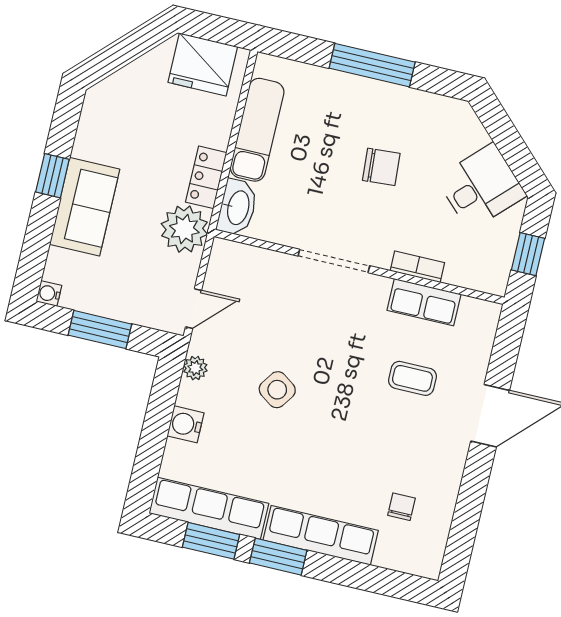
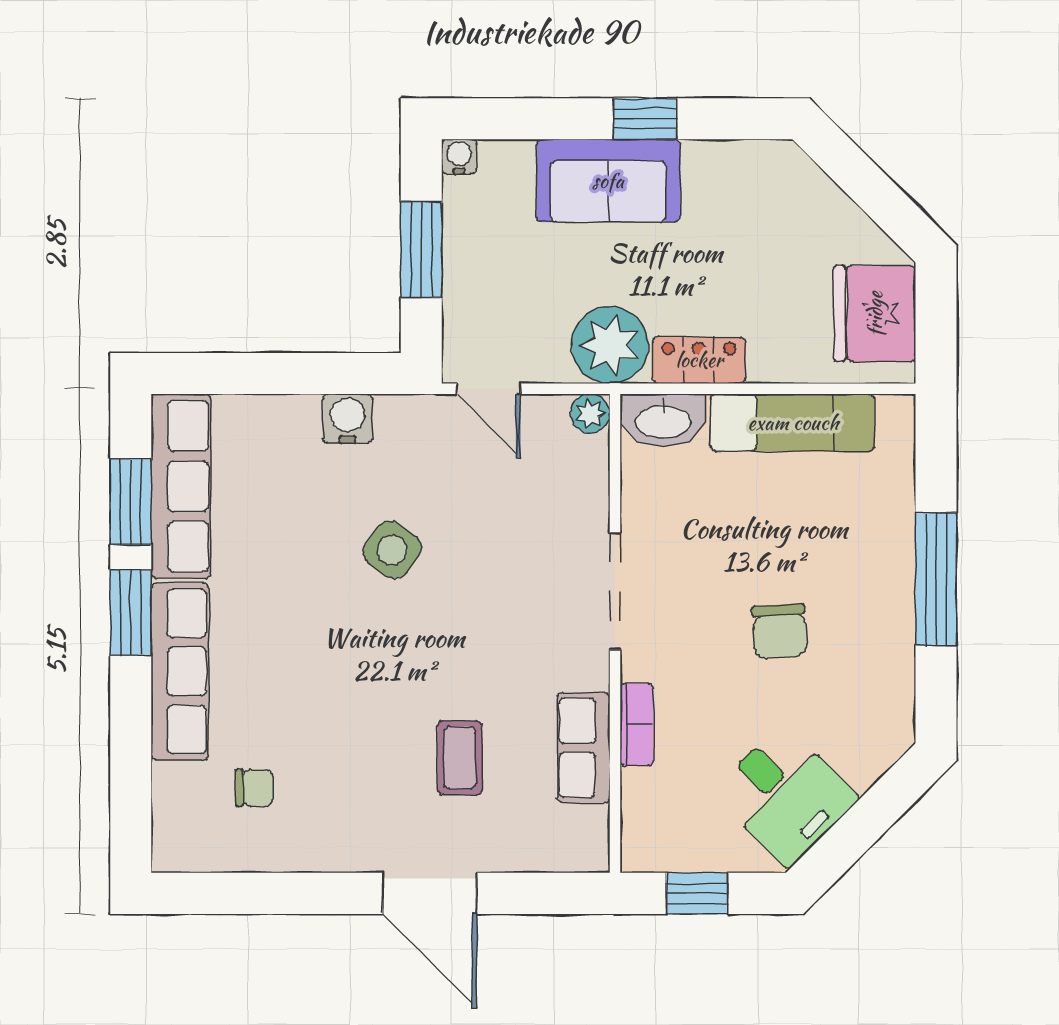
plant: (195, 368) -> (590, 413), moved
water cooler: (186, 424) -> (347, 419), moved

